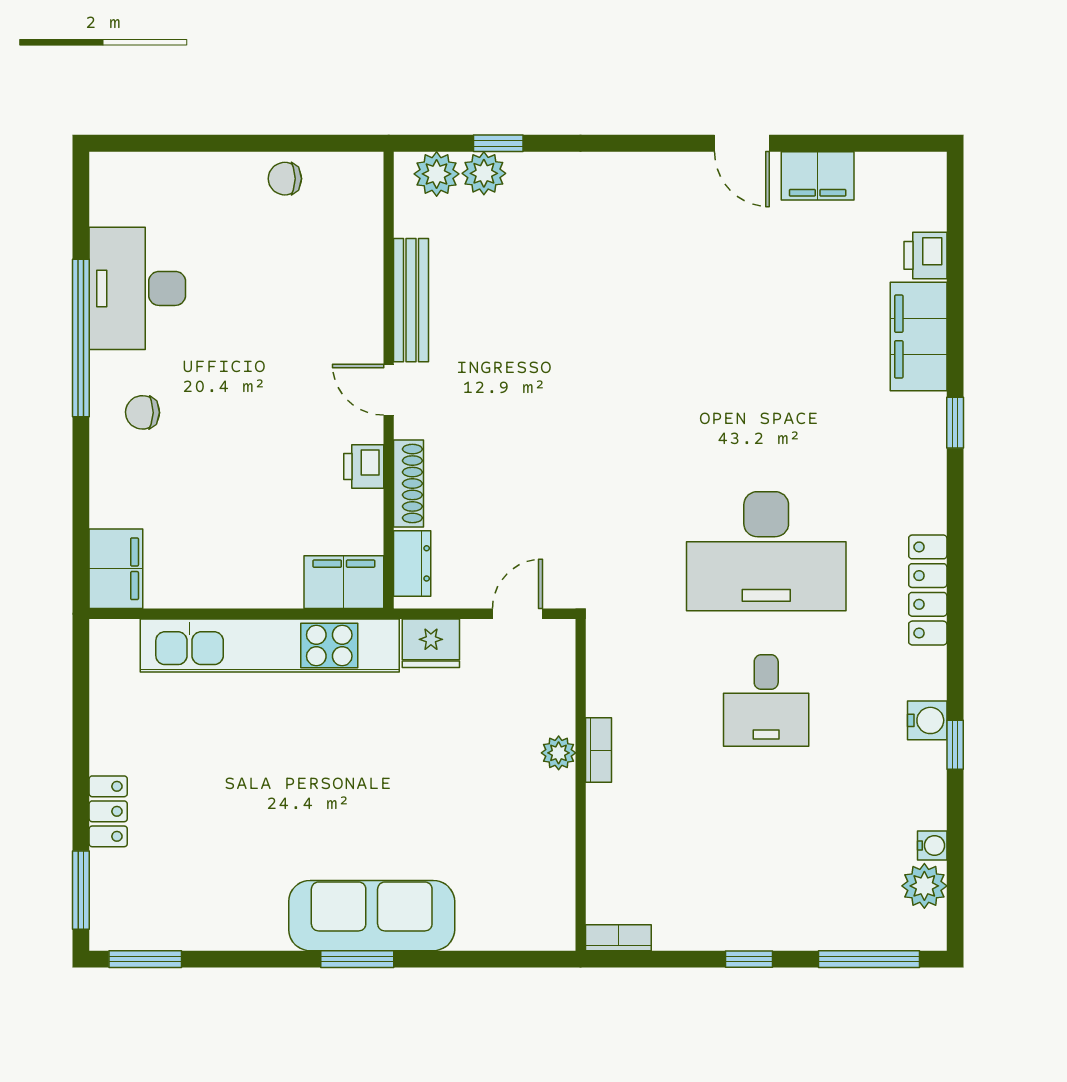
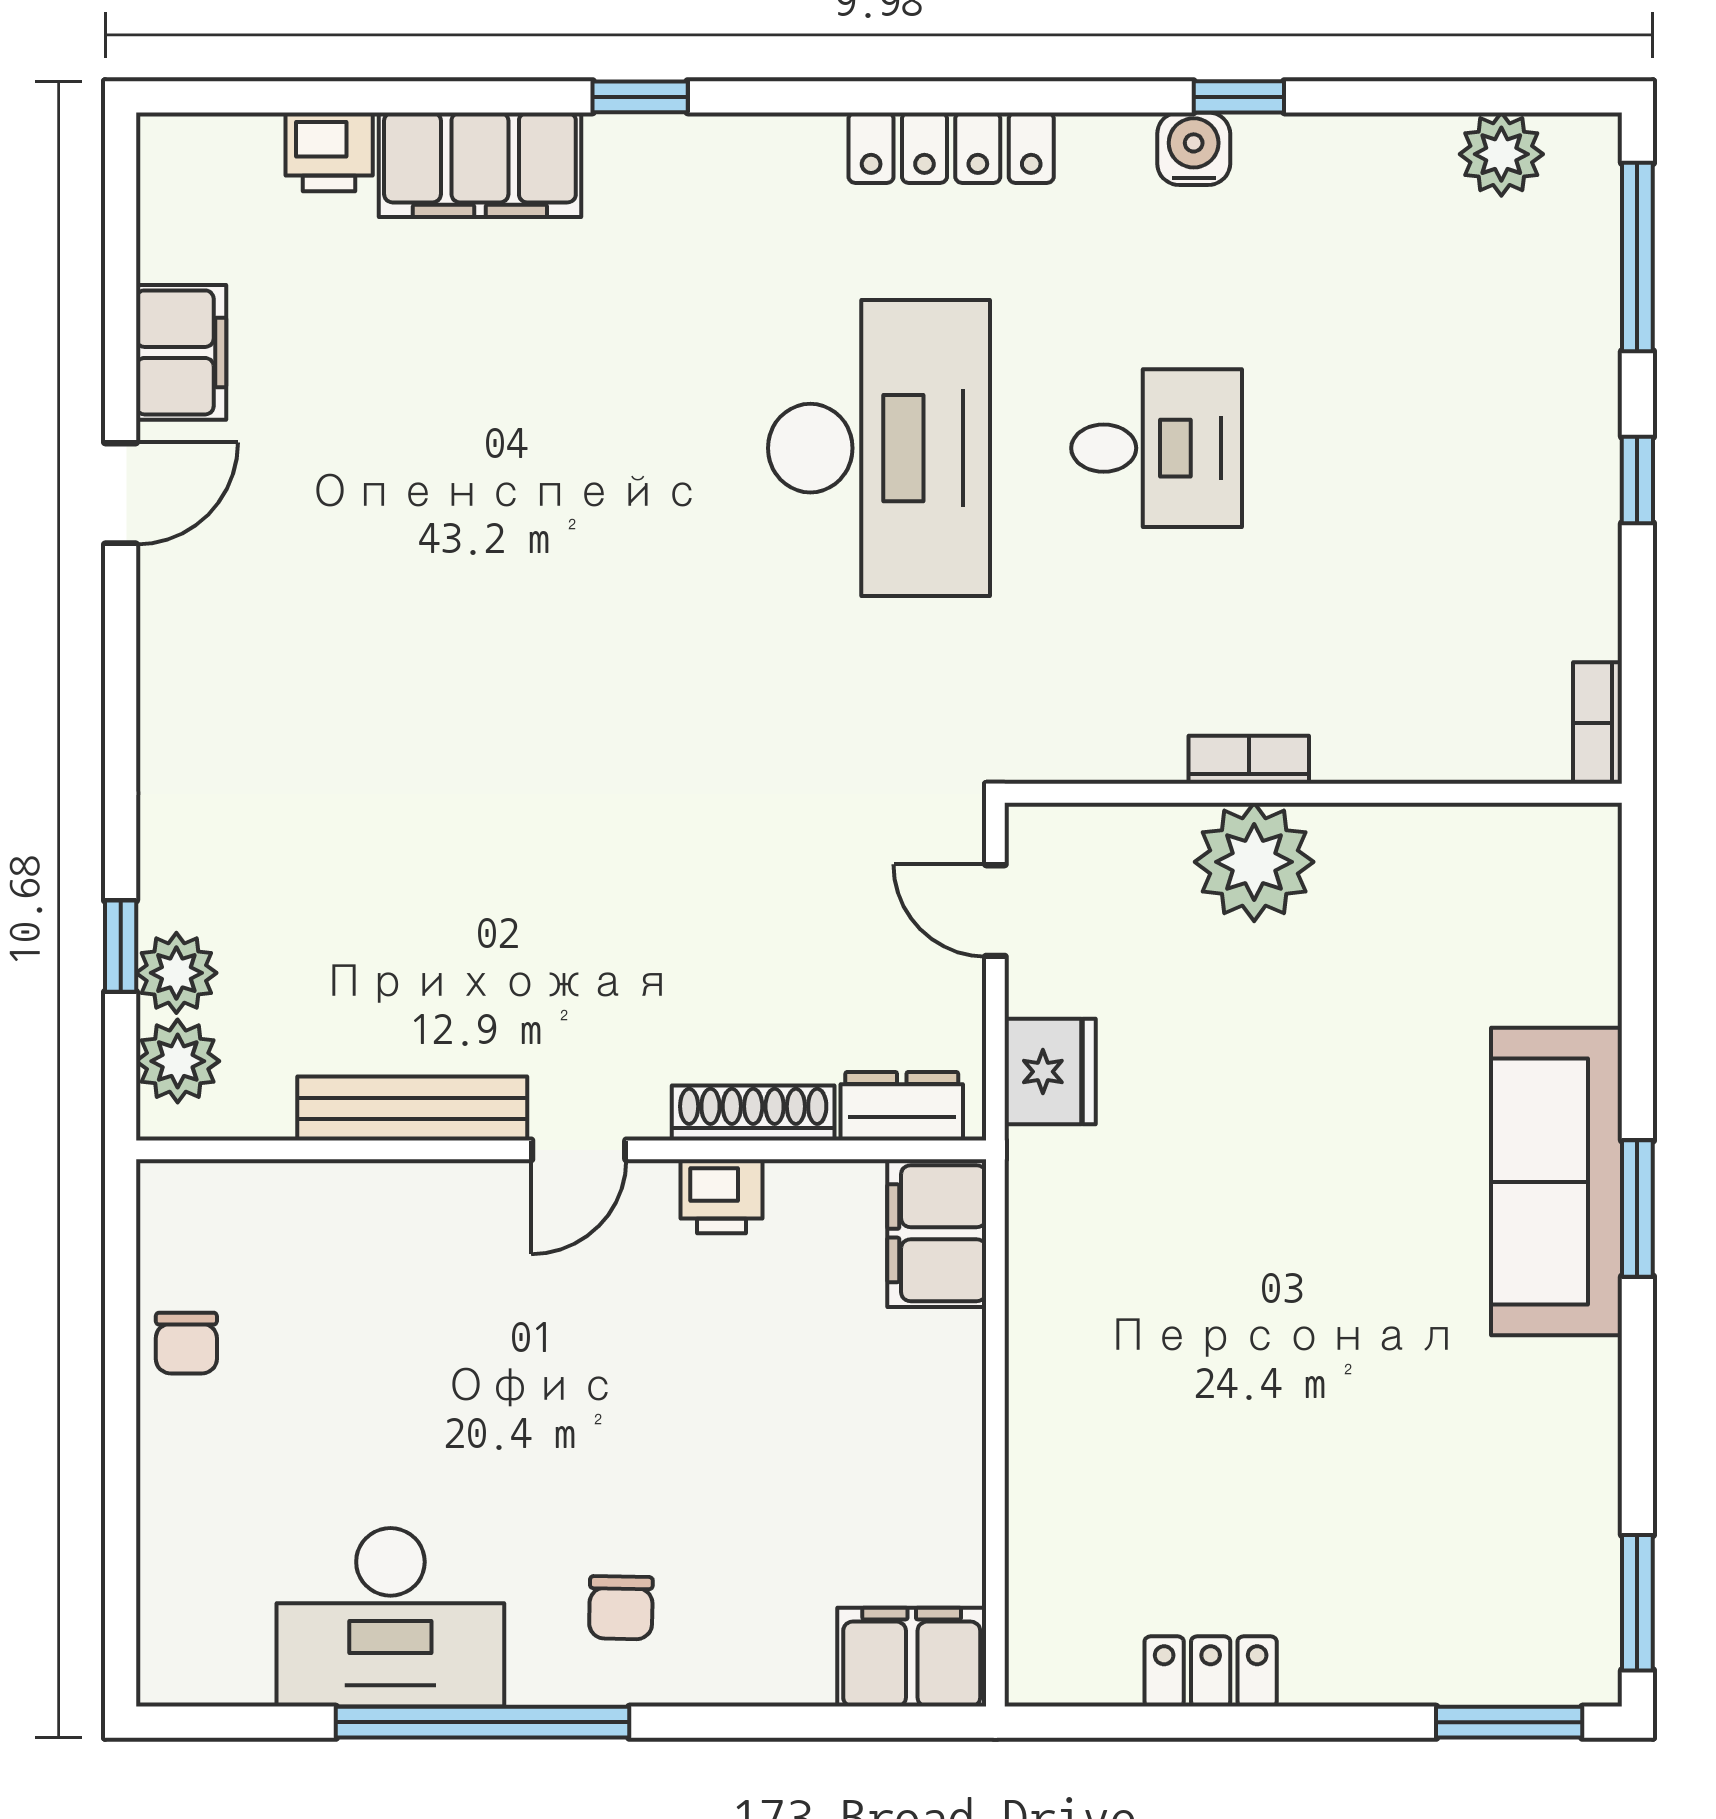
kitchen unit: (270, 645) -> (1054, 1371), removed
plant: (559, 753) -> (1254, 862), width x1.88, depth x1.88
locker: (108, 811) -> (1211, 1671), moved
water cooler: (932, 845) -> (1426, 139), removed

